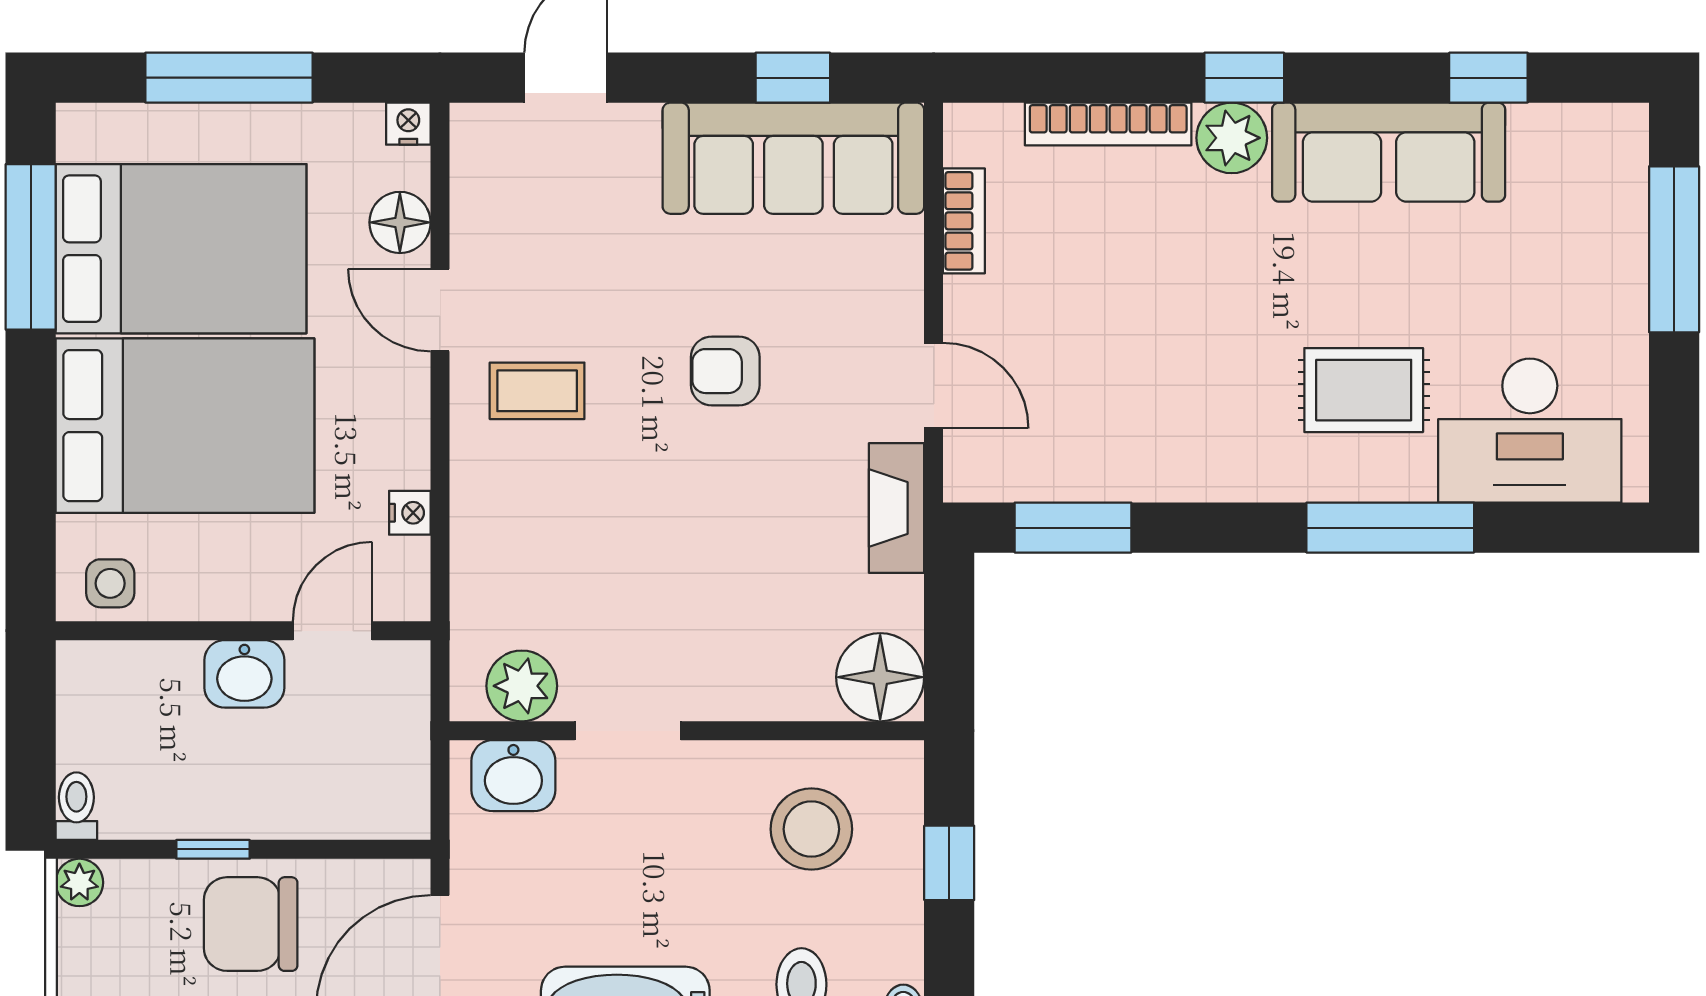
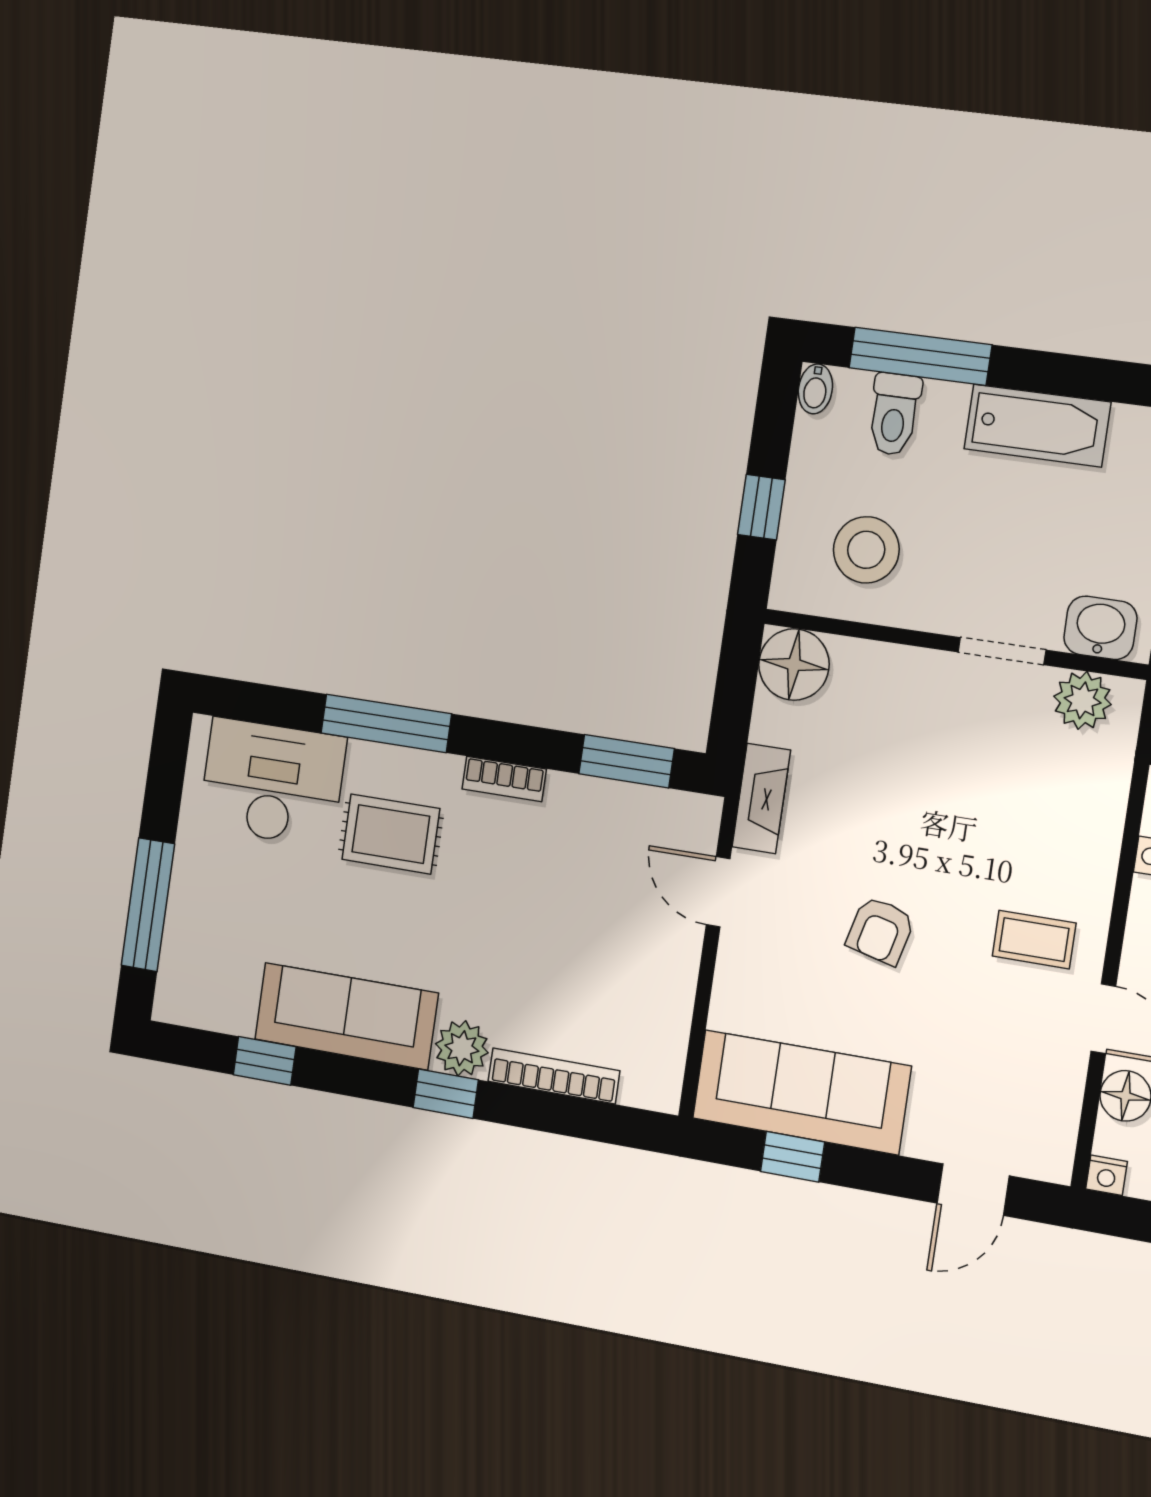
bookcase: (964, 221) -> (504, 779), moved, turned -90
armchair: (725, 371) -> (880, 931), turned 104

